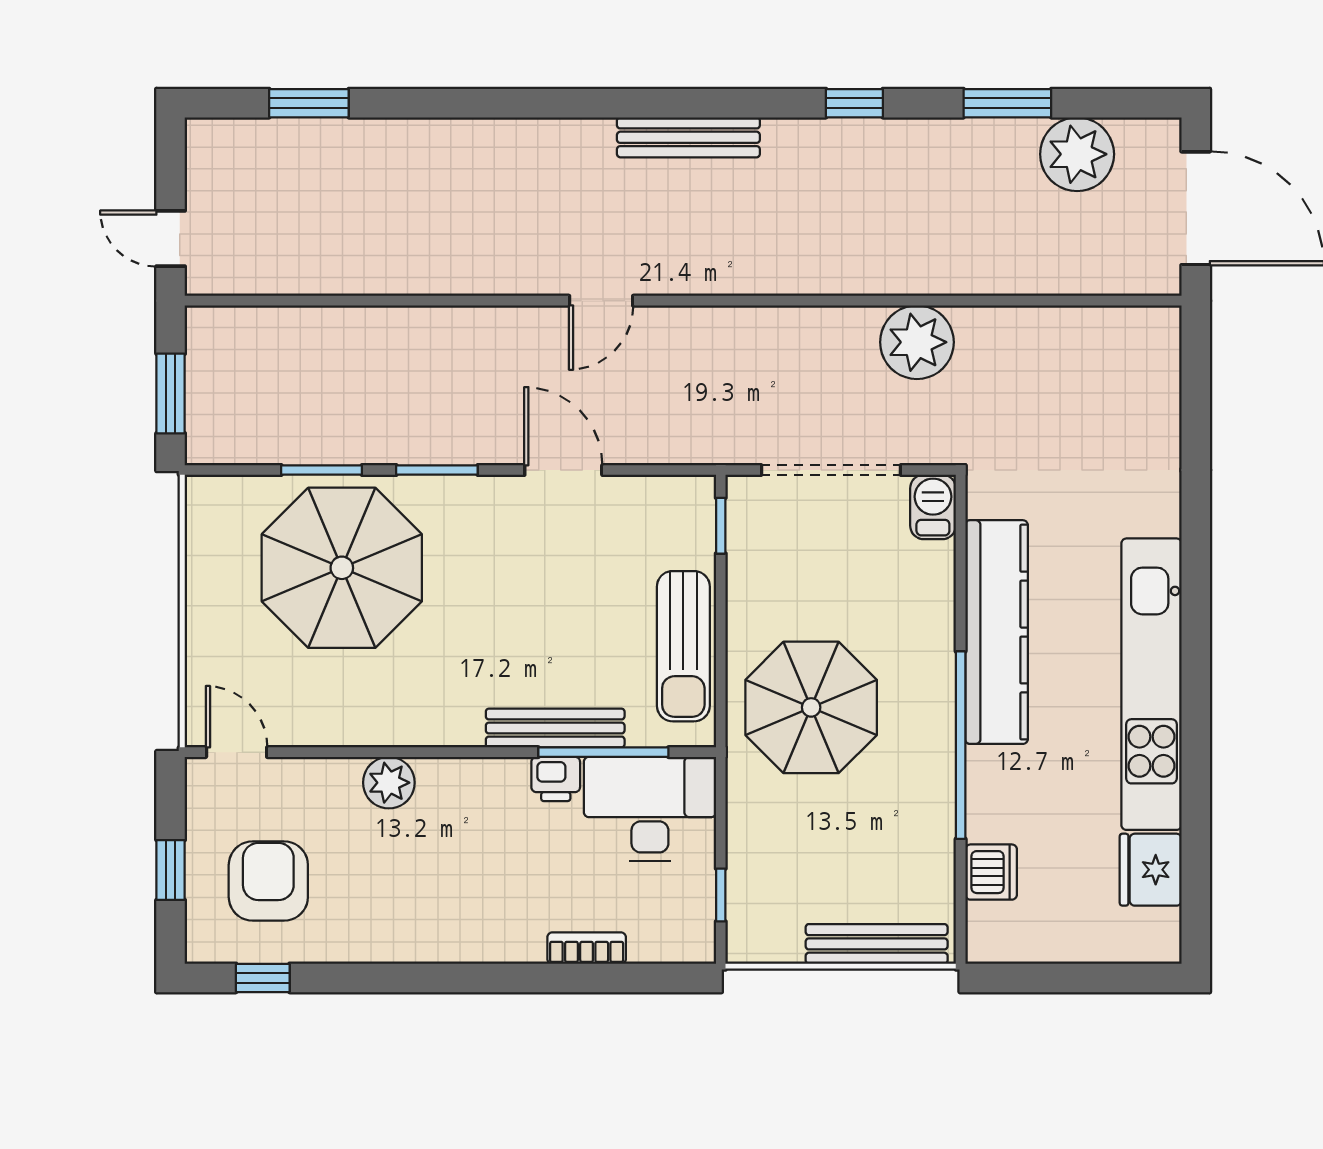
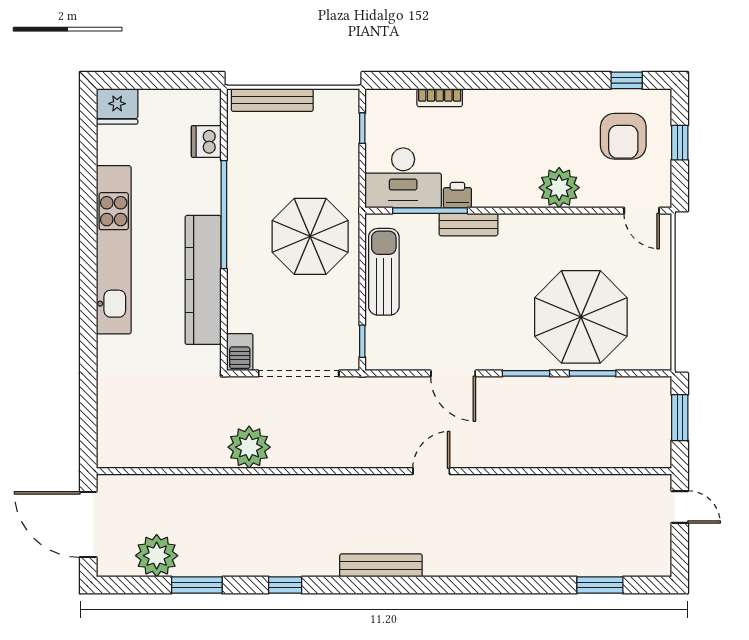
bench: (555, 728) -> (468, 225), width x0.73
plant: (389, 783) -> (559, 188), width x1.36, depth x1.36
fridge: (1151, 870) -> (117, 106), moved, turned 90

